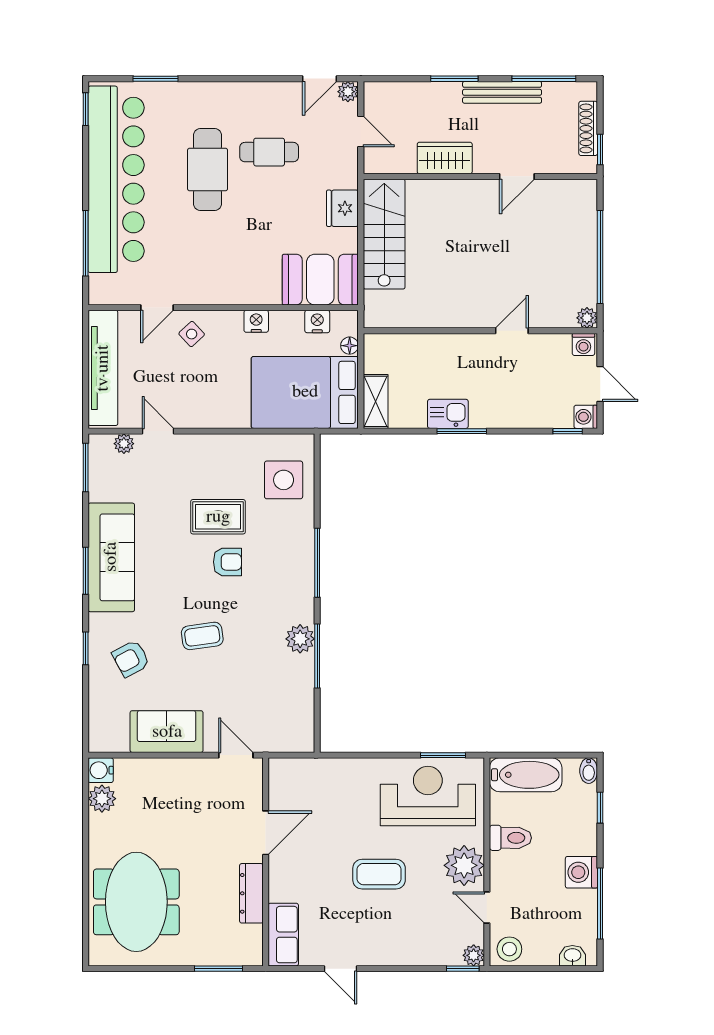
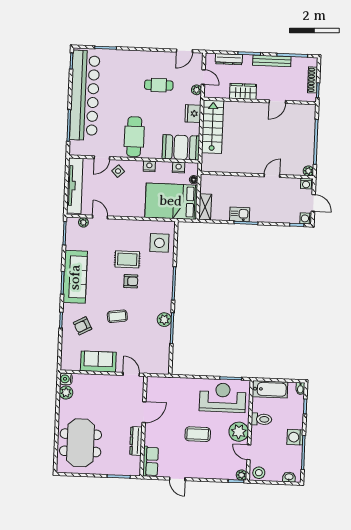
plant: (348, 92) -> (197, 90), moved
dresser: (413, 92) -> (229, 59), added
cafe table: (208, 170) -> (134, 137), moved

